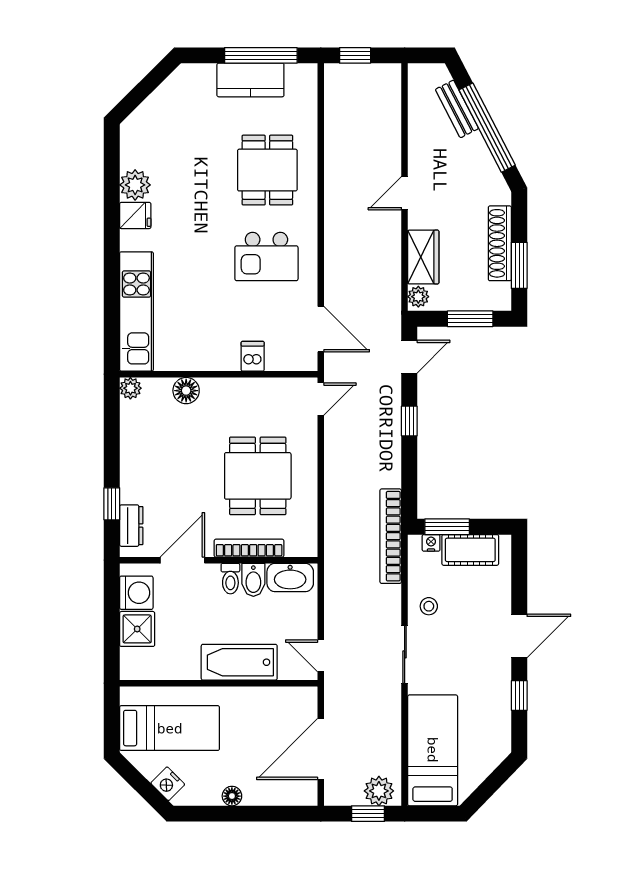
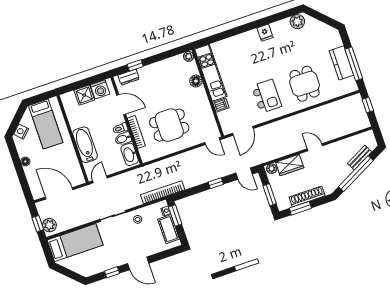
dining table: (267, 170) -> (305, 84), turned 90
plant: (135, 185) -> (297, 22), moved
kitchen island: (266, 257) -> (267, 96), turned 180
kitchen unit: (136, 311) -> (211, 73), moved, turned -90

